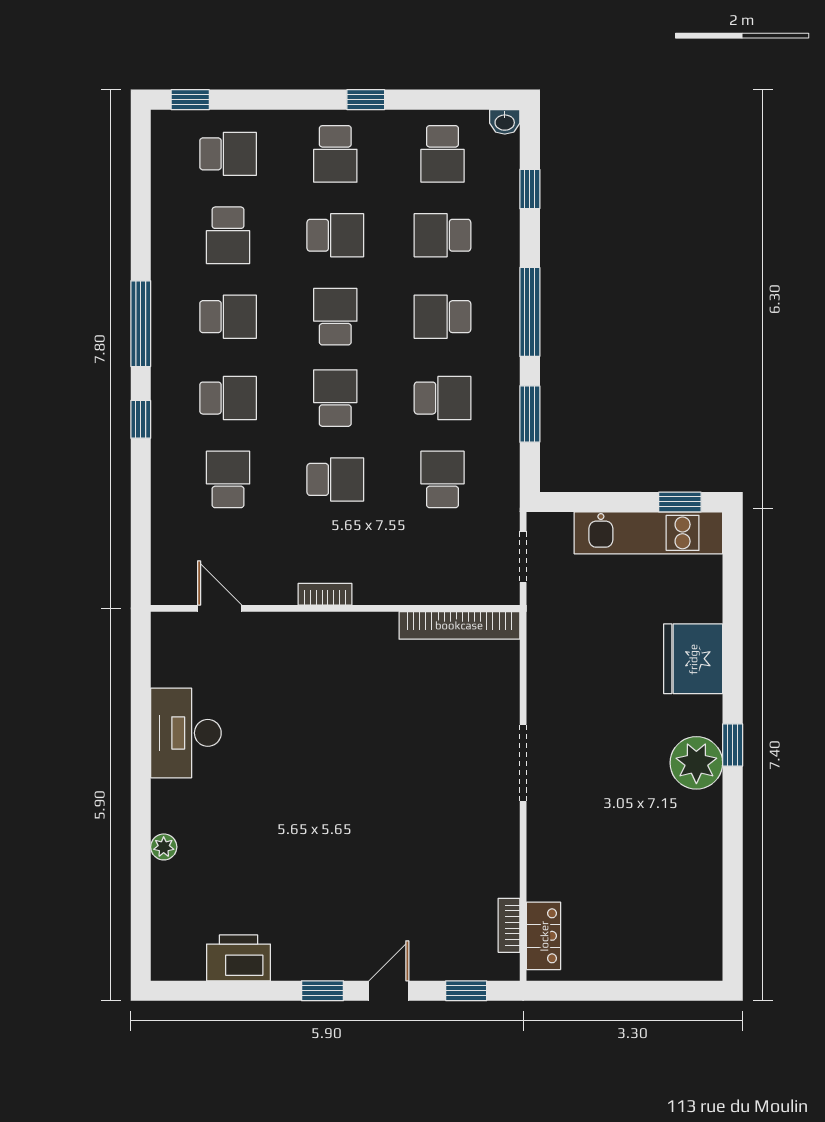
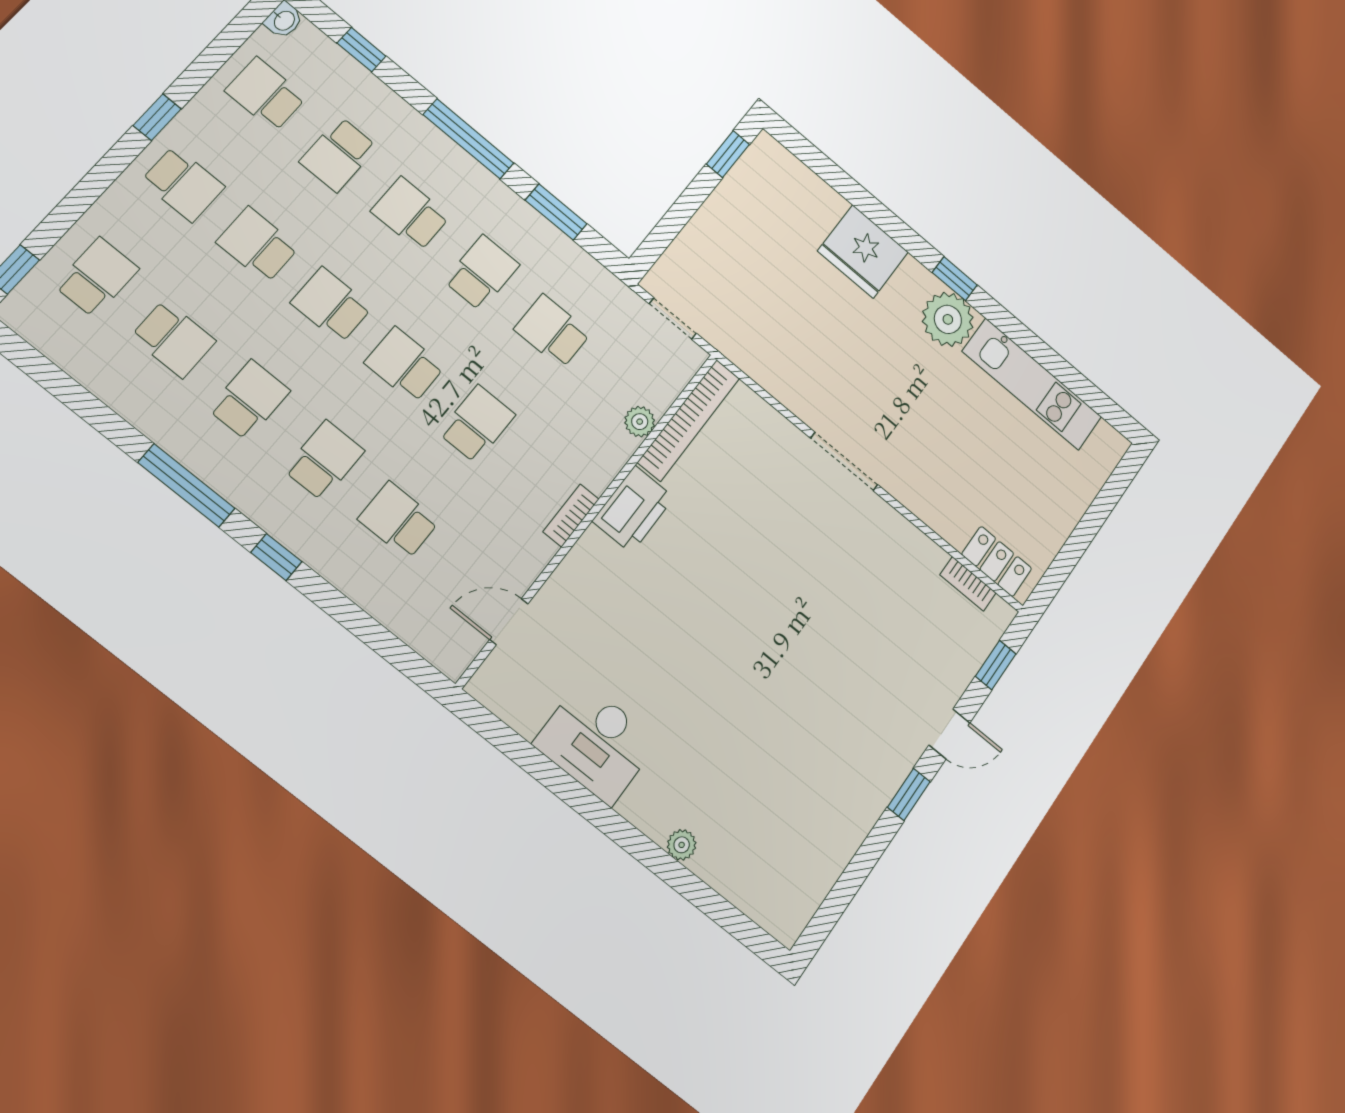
school desk: (443, 154) -> (266, 94), turned 180
school desk: (335, 235) -> (258, 245), turned -90
school desk: (443, 317) -> (410, 214), turned 90
kitchen unit: (648, 533) -> (1032, 384), moved, turned 90
plant: (430, 591) -> (640, 422), added
printer: (238, 958) -> (633, 509), moved, turned 180
door: (389, 991) -> (949, 734), swing flipped

